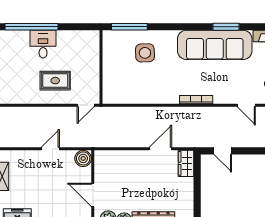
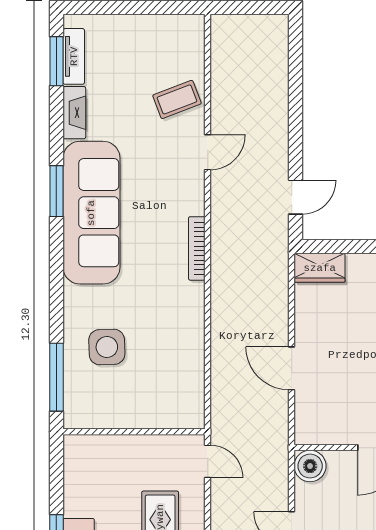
door: (160, 149) -> (292, 368), moved

